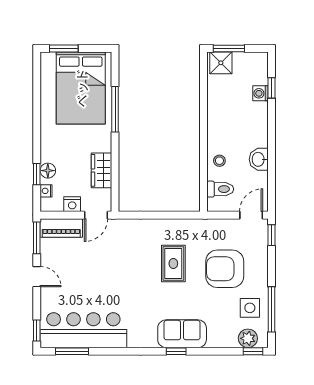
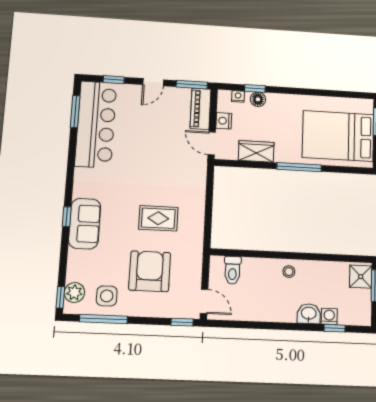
window: (115, 109) -> (299, 167), moved
washbasin: (259, 159) -> (309, 314), moved
stool: (219, 161) -> (289, 272), moved
window: (37, 331) -> (114, 80), moved

